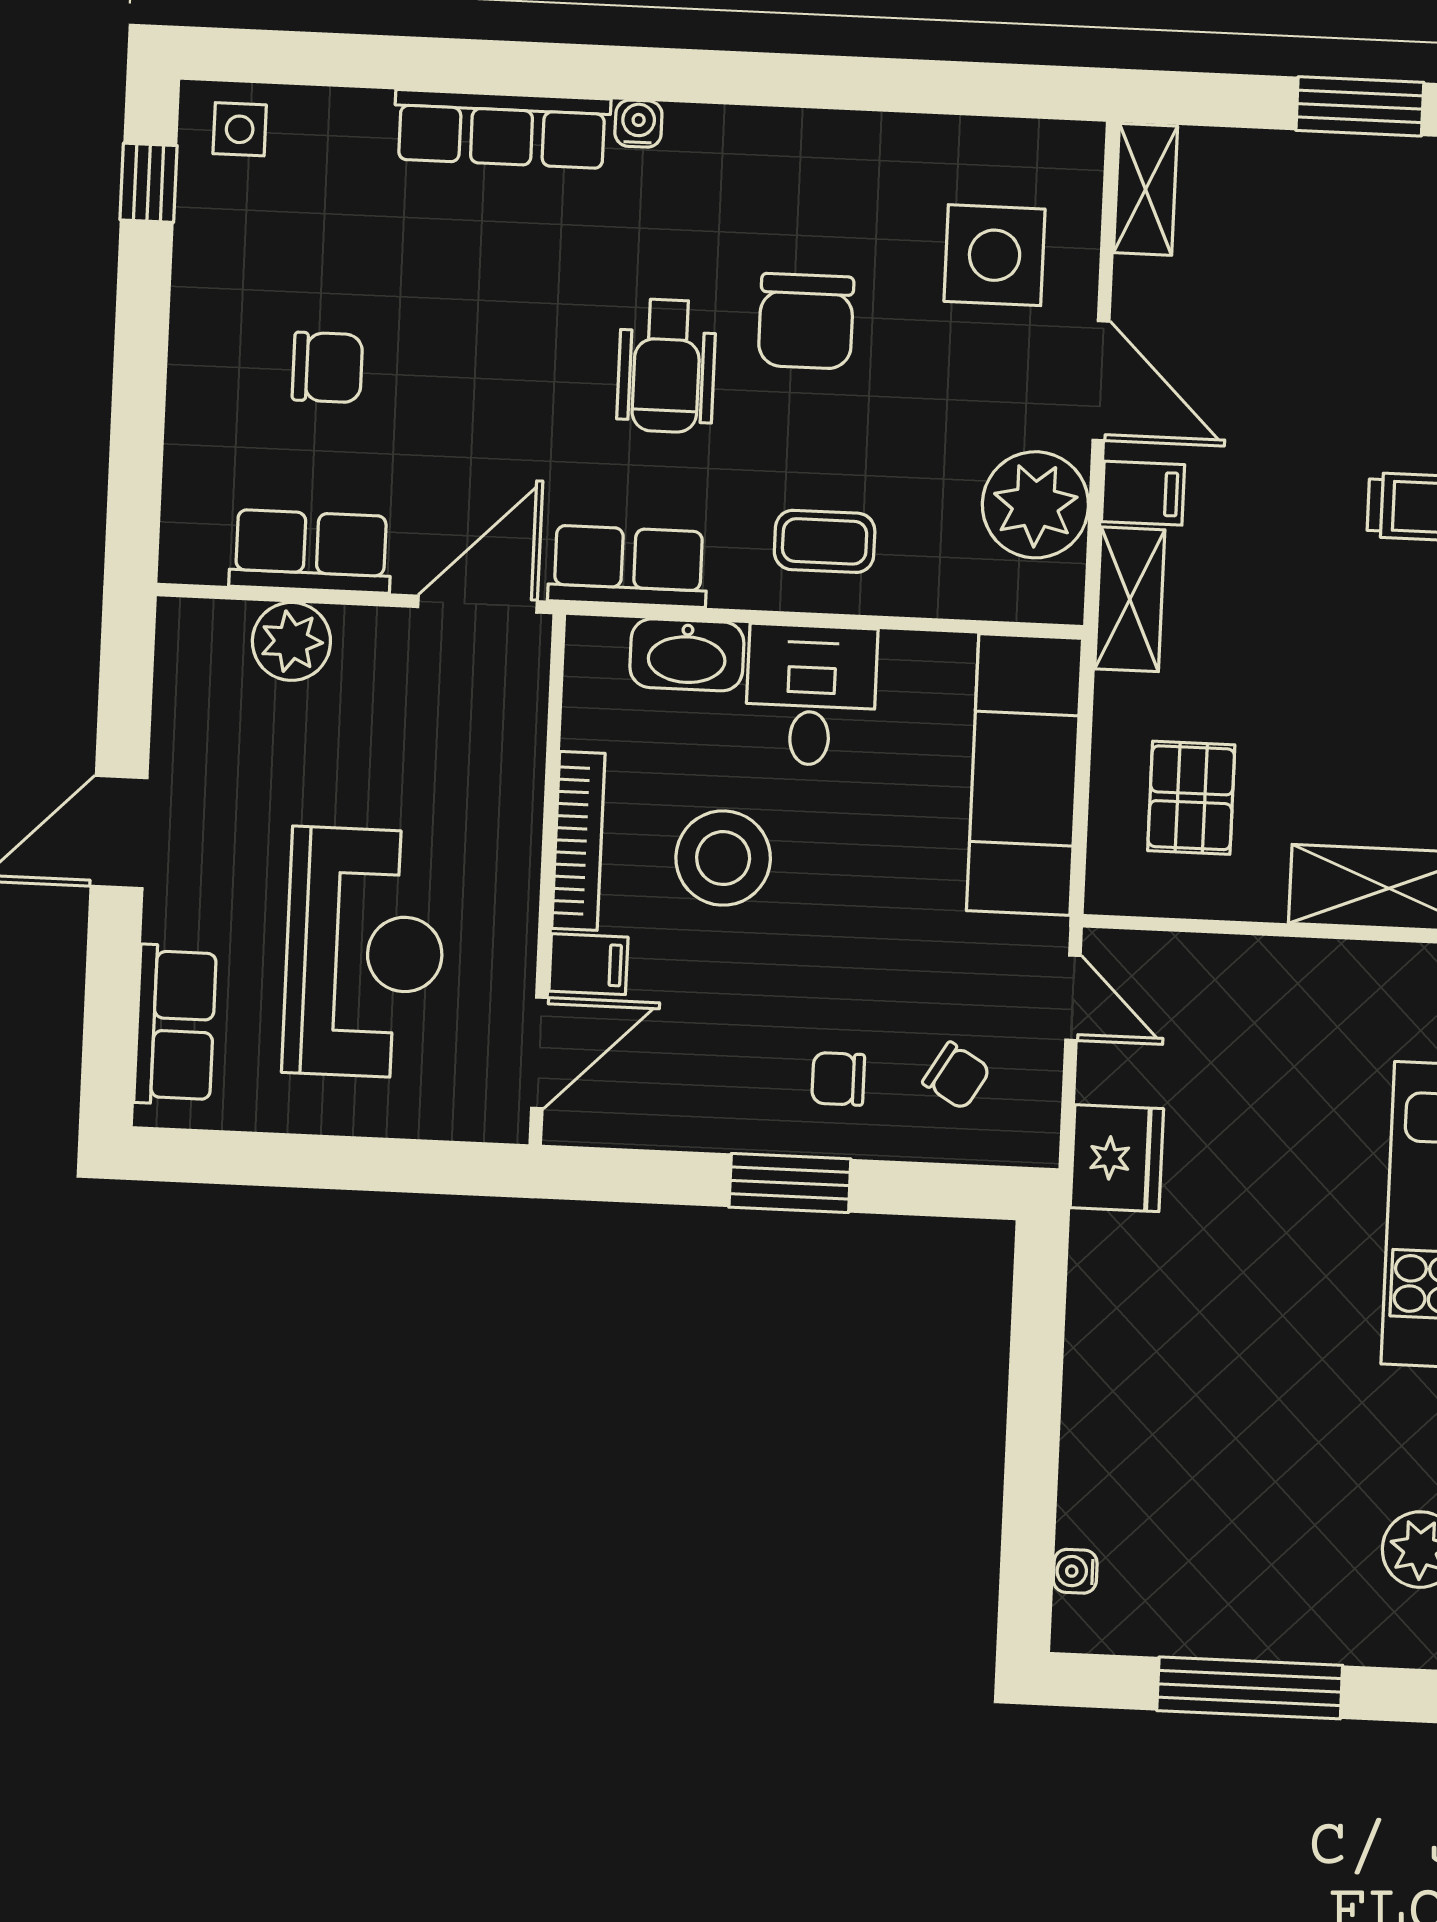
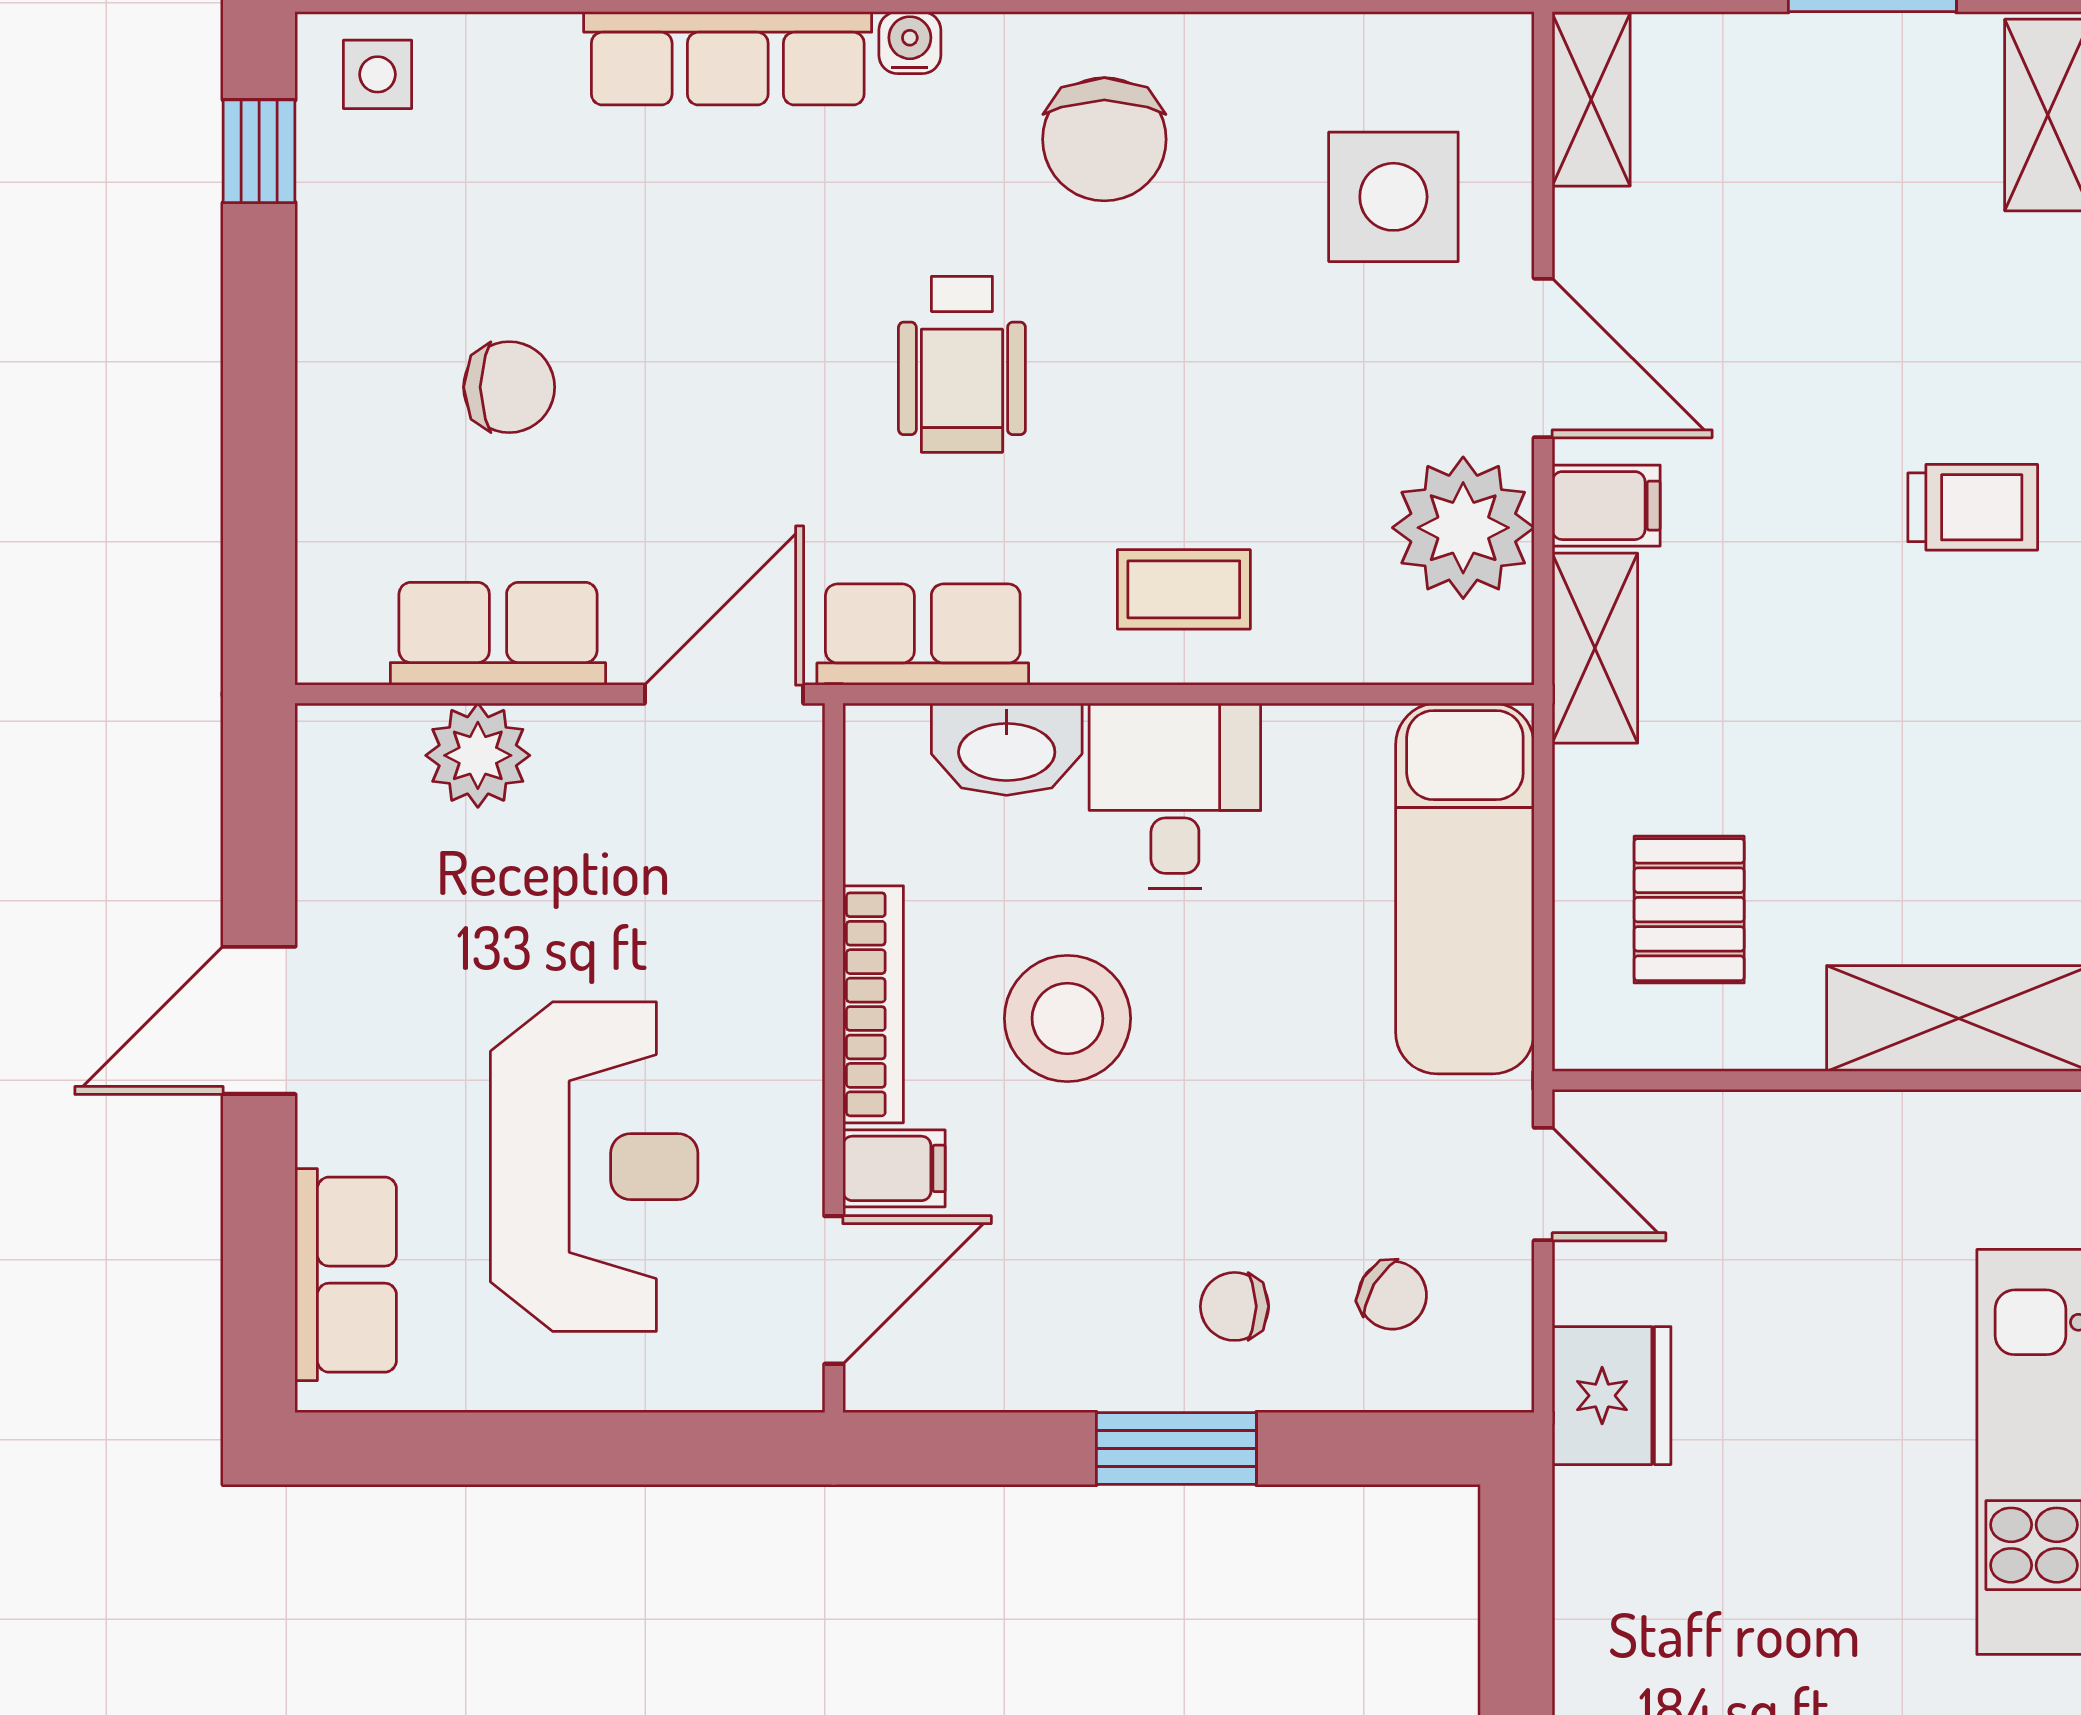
chair: (806, 321) -> (1104, 139), moved

